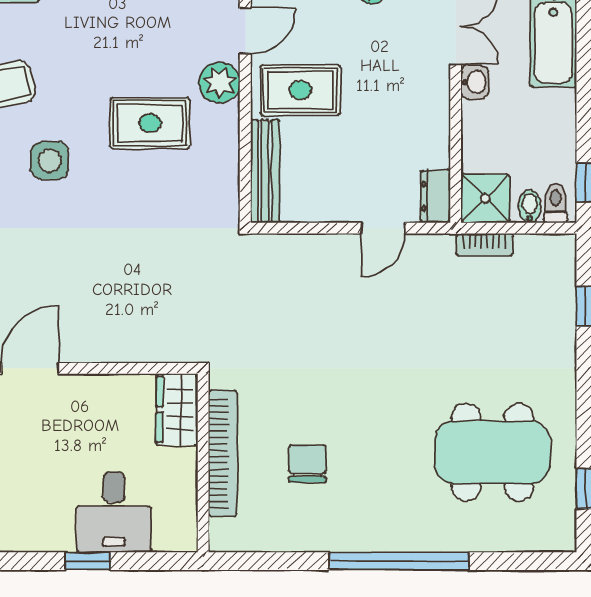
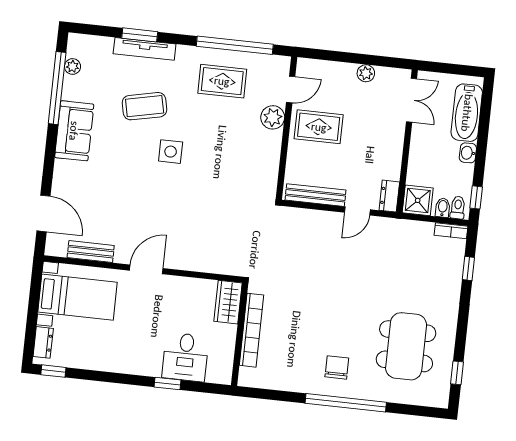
washbasin: (475, 82) -> (468, 153), moved, turned 180
rug: (150, 123) -> (222, 81), moved
bench: (265, 171) -> (316, 195), moved, turned 90
bookcase: (484, 245) -> (451, 231), moved
dining table: (492, 452) -> (406, 346), turned 90
chair: (307, 464) -> (337, 367), moved

